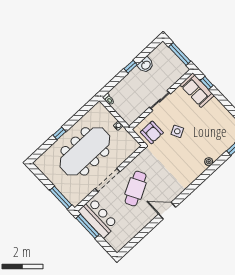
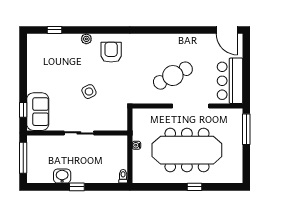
armchair: (152, 132) -> (111, 52), moved
door: (167, 211) -> (227, 30), moved
window: (88, 226) -> (246, 82), removed

